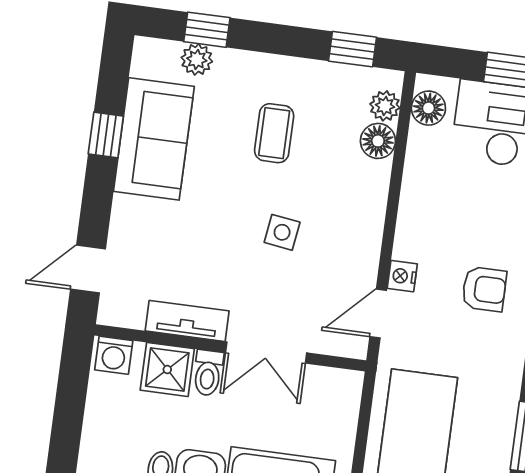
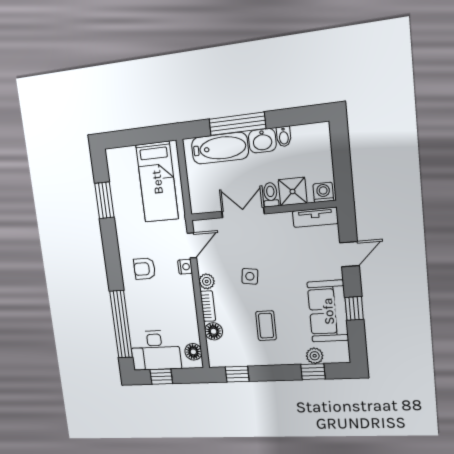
plant: (385, 106) -> (207, 281), moved
bookcase: (377, 192) -> (208, 306), added
door: (88, 269) -> (349, 254), moved
tv unit: (187, 321) -> (315, 217), moved

